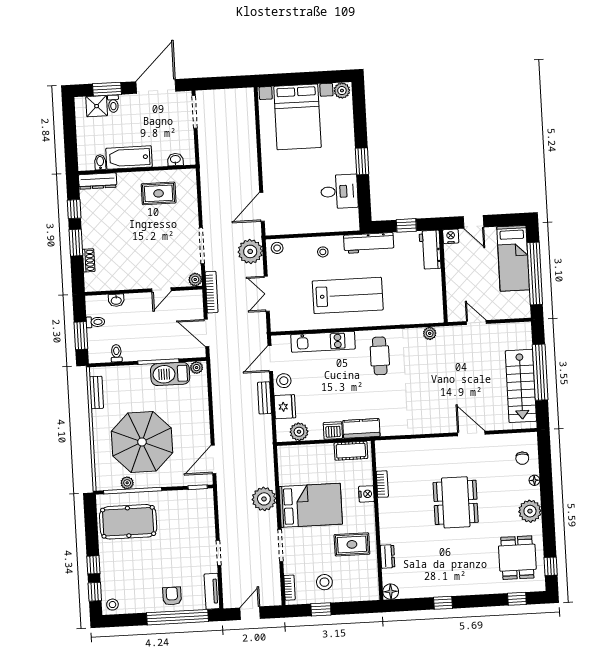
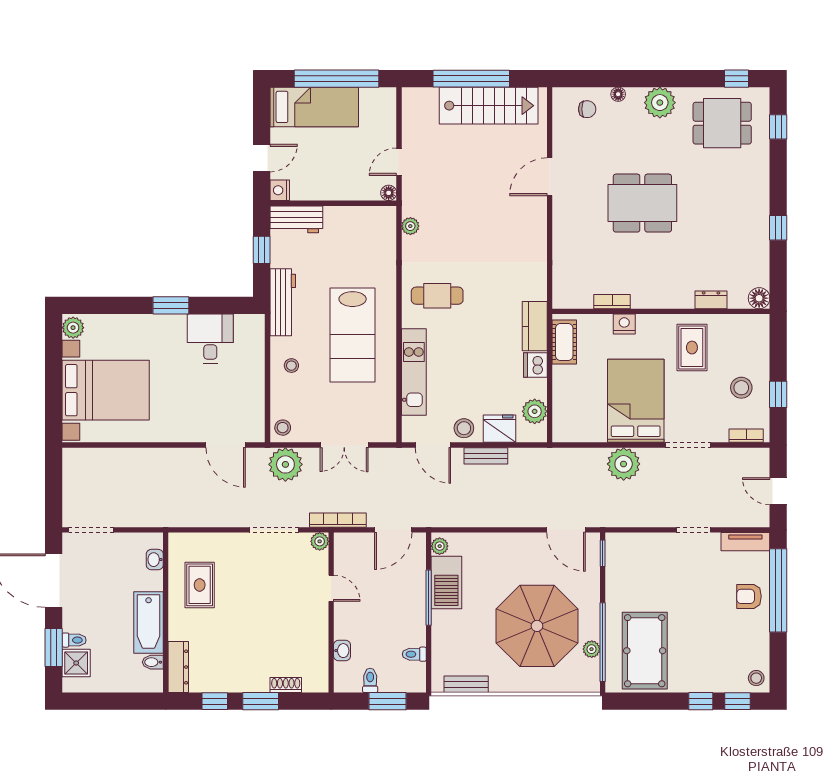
lab bench: (348, 295) -> (353, 335), turned 180
floor lamp: (453, 316) -> (389, 193), added

